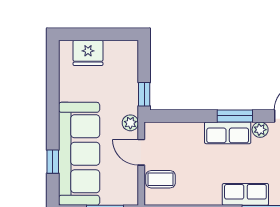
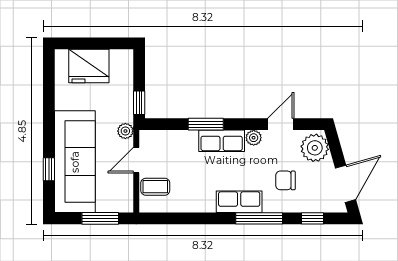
fridge: (88, 53) -> (89, 66), width x1.36, depth x1.34
window: (235, 116) -> (206, 124), moved
door: (141, 152) -> (136, 160), hinge flipped

